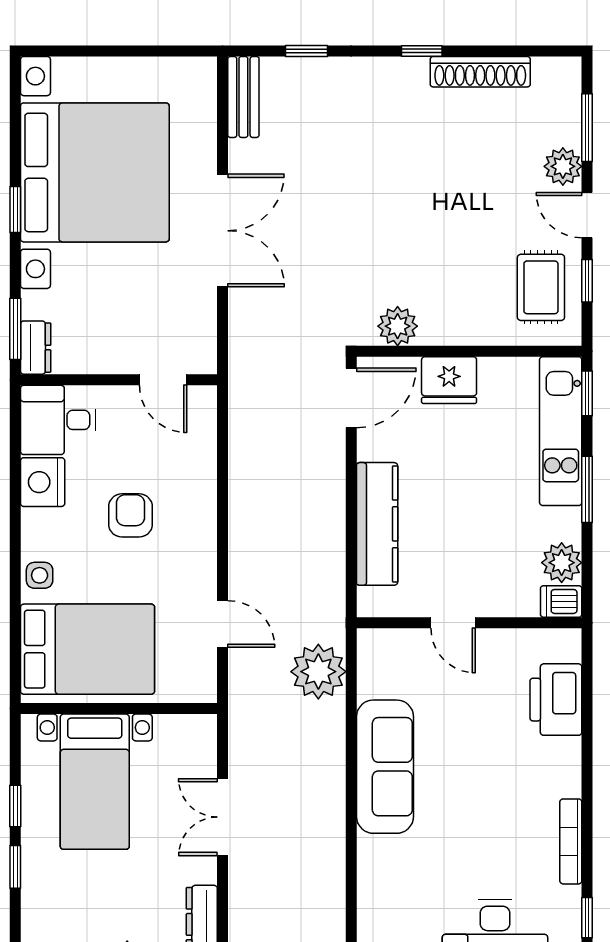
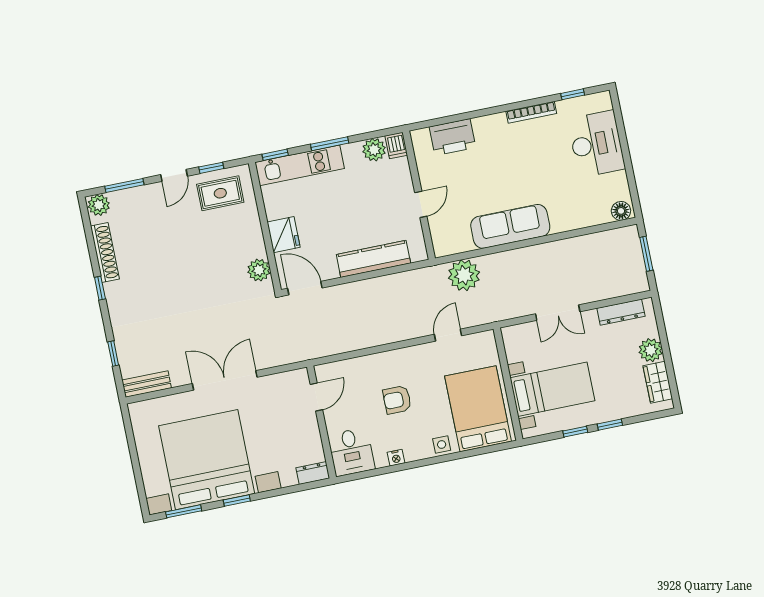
plant: (563, 166) -> (99, 205), moved
window: (15, 329) -> (184, 511), moved
nightstand: (43, 482) -> (396, 458), width x0.53, depth x0.56

